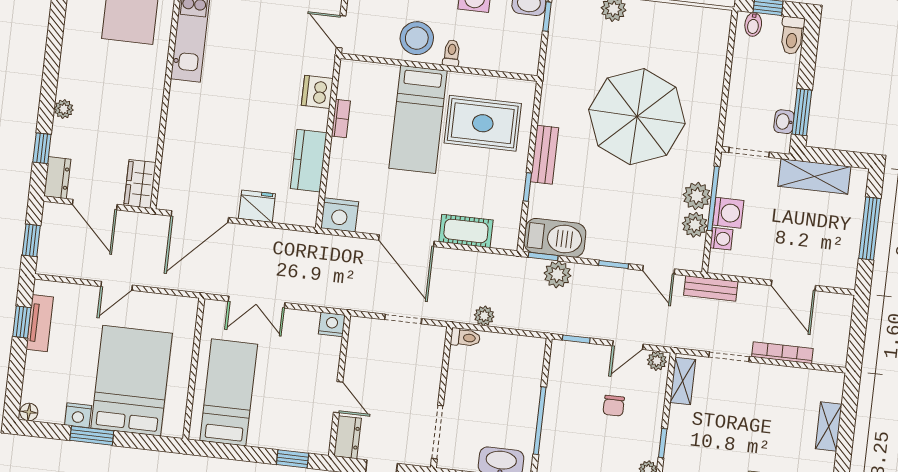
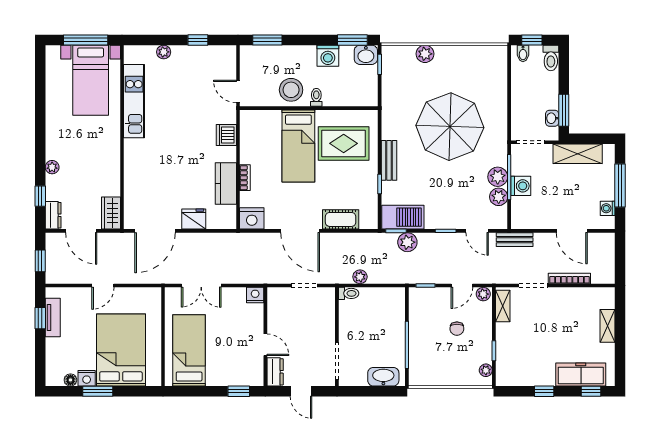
bookcase: (341, 118) -> (245, 178), moved
washing machine: (721, 239) -> (608, 208), moved, turned 180
floor lamp: (29, 412) -> (70, 380), moved

